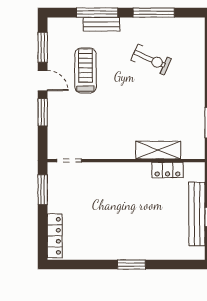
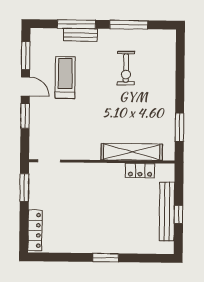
exercise bike: (151, 60) -> (126, 68), turned 66
shelving: (158, 150) -> (132, 152), width x1.47

